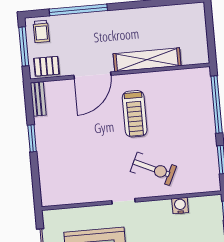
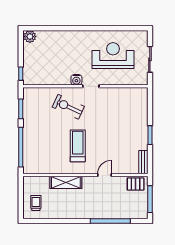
trolley: (41, 31) -> (36, 203), moved
shelving: (147, 60) -> (66, 182), width x0.68
door: (92, 75) -> (105, 175), width x0.53
water cooler: (180, 206) -> (76, 80), moved

